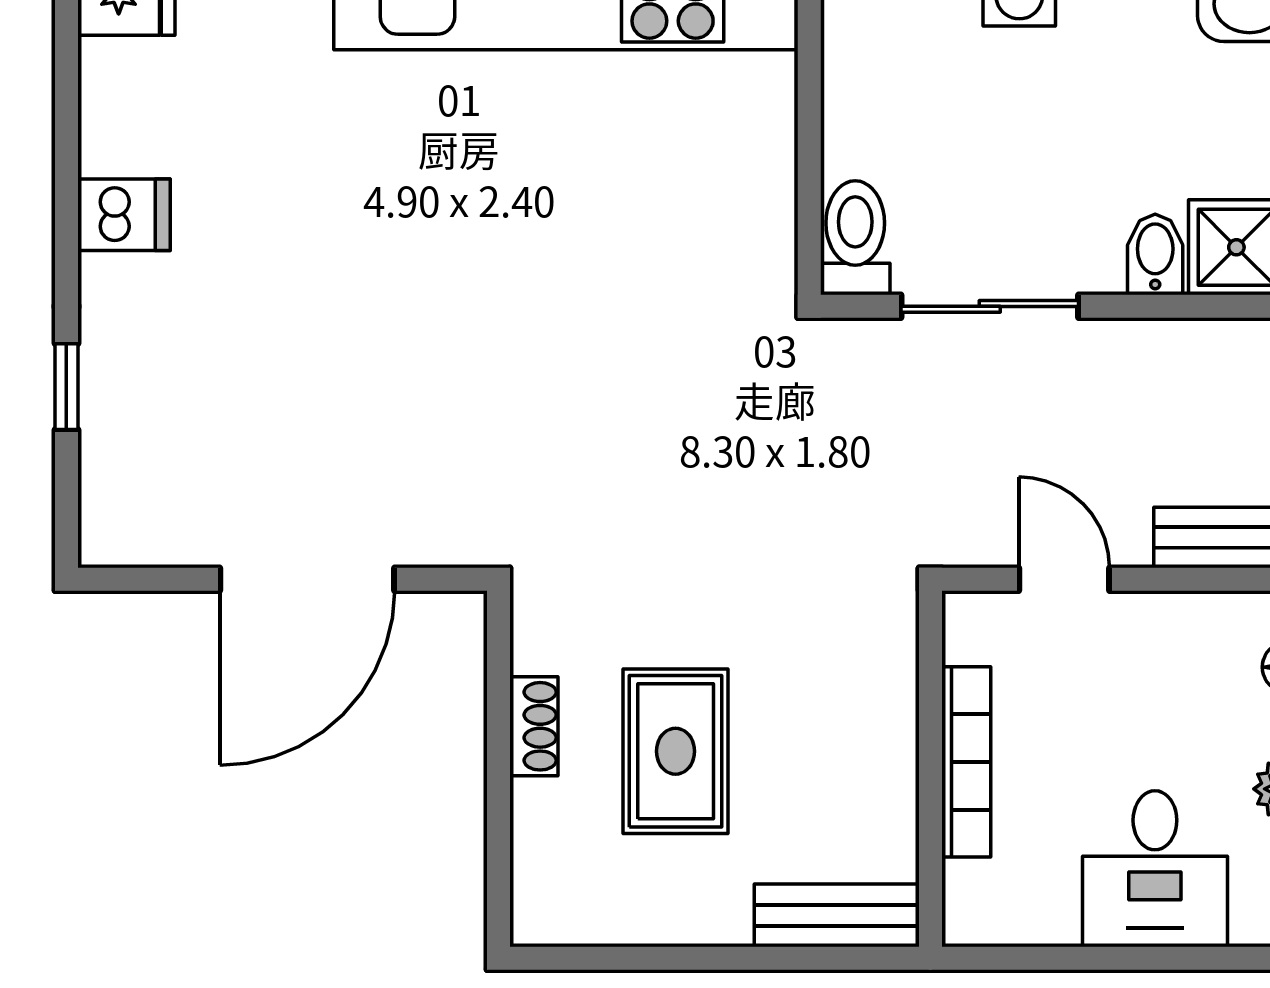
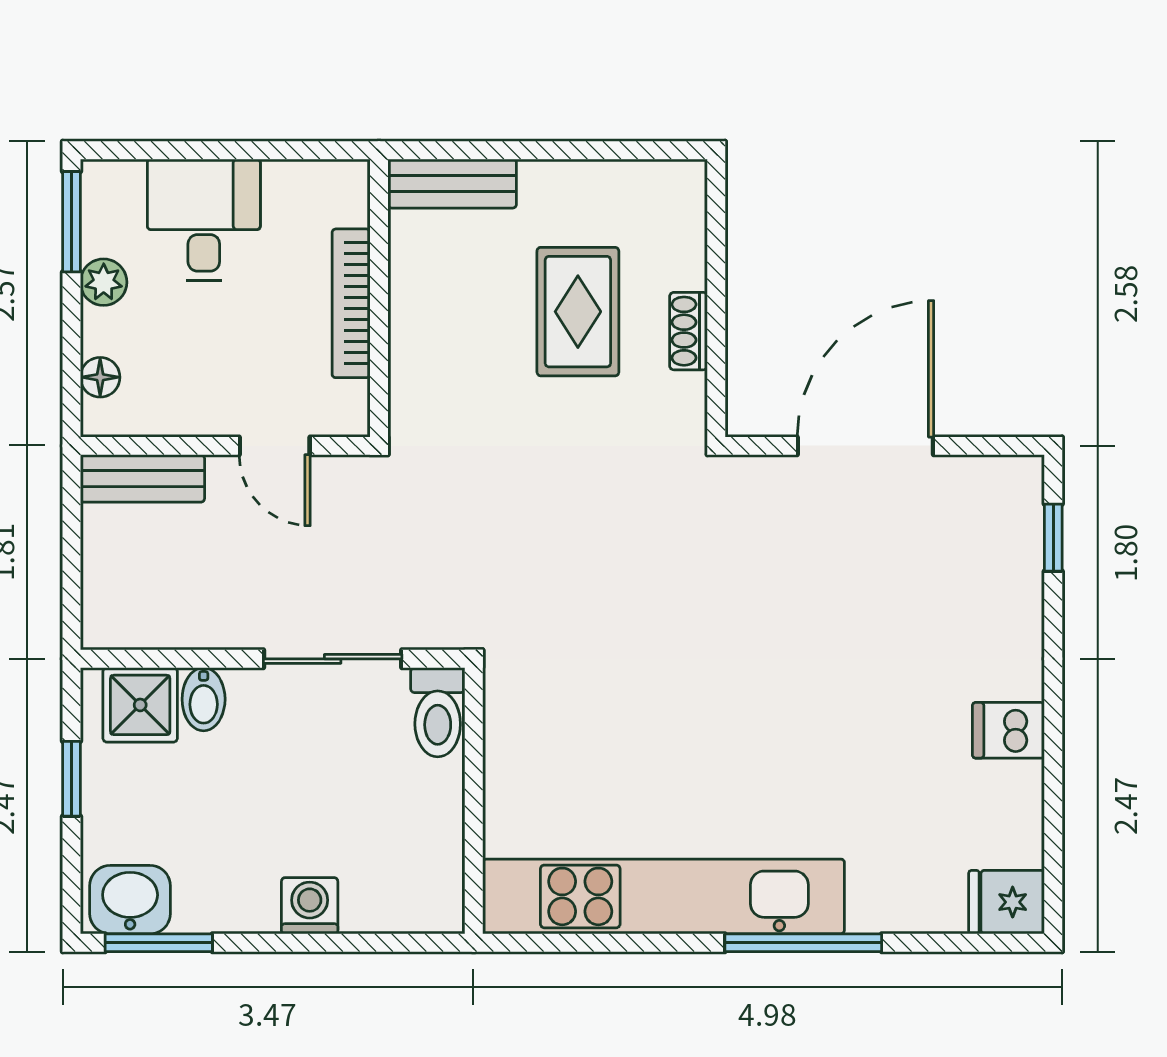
window: (66, 387) -> (1053, 538), moved

